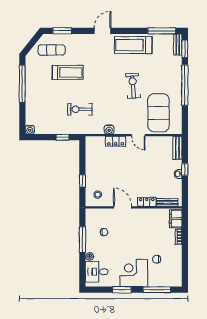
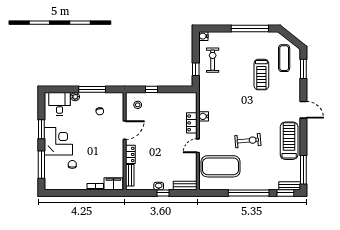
exercise bike: (80, 109) -> (213, 60), moved

